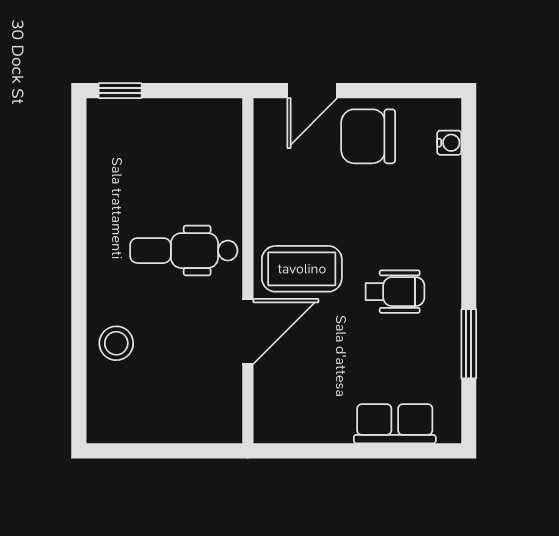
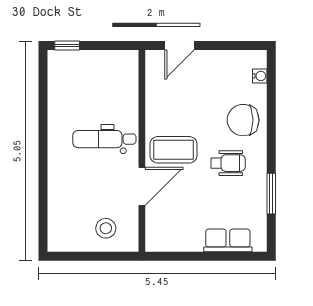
chair: (368, 136) -> (243, 120), moved
stool: (116, 343) -> (106, 228), moved

